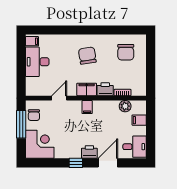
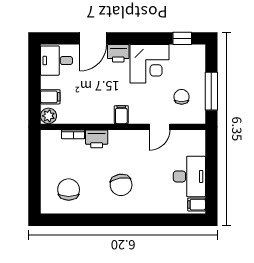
filing cabinet: (87, 89) -> (122, 139), removed
plant: (125, 106) -> (48, 116), moved
chair: (34, 115) -> (182, 97), moved
corner desk: (40, 144) -> (149, 64), moved, turned -90
window: (76, 163) -> (182, 38), moved

